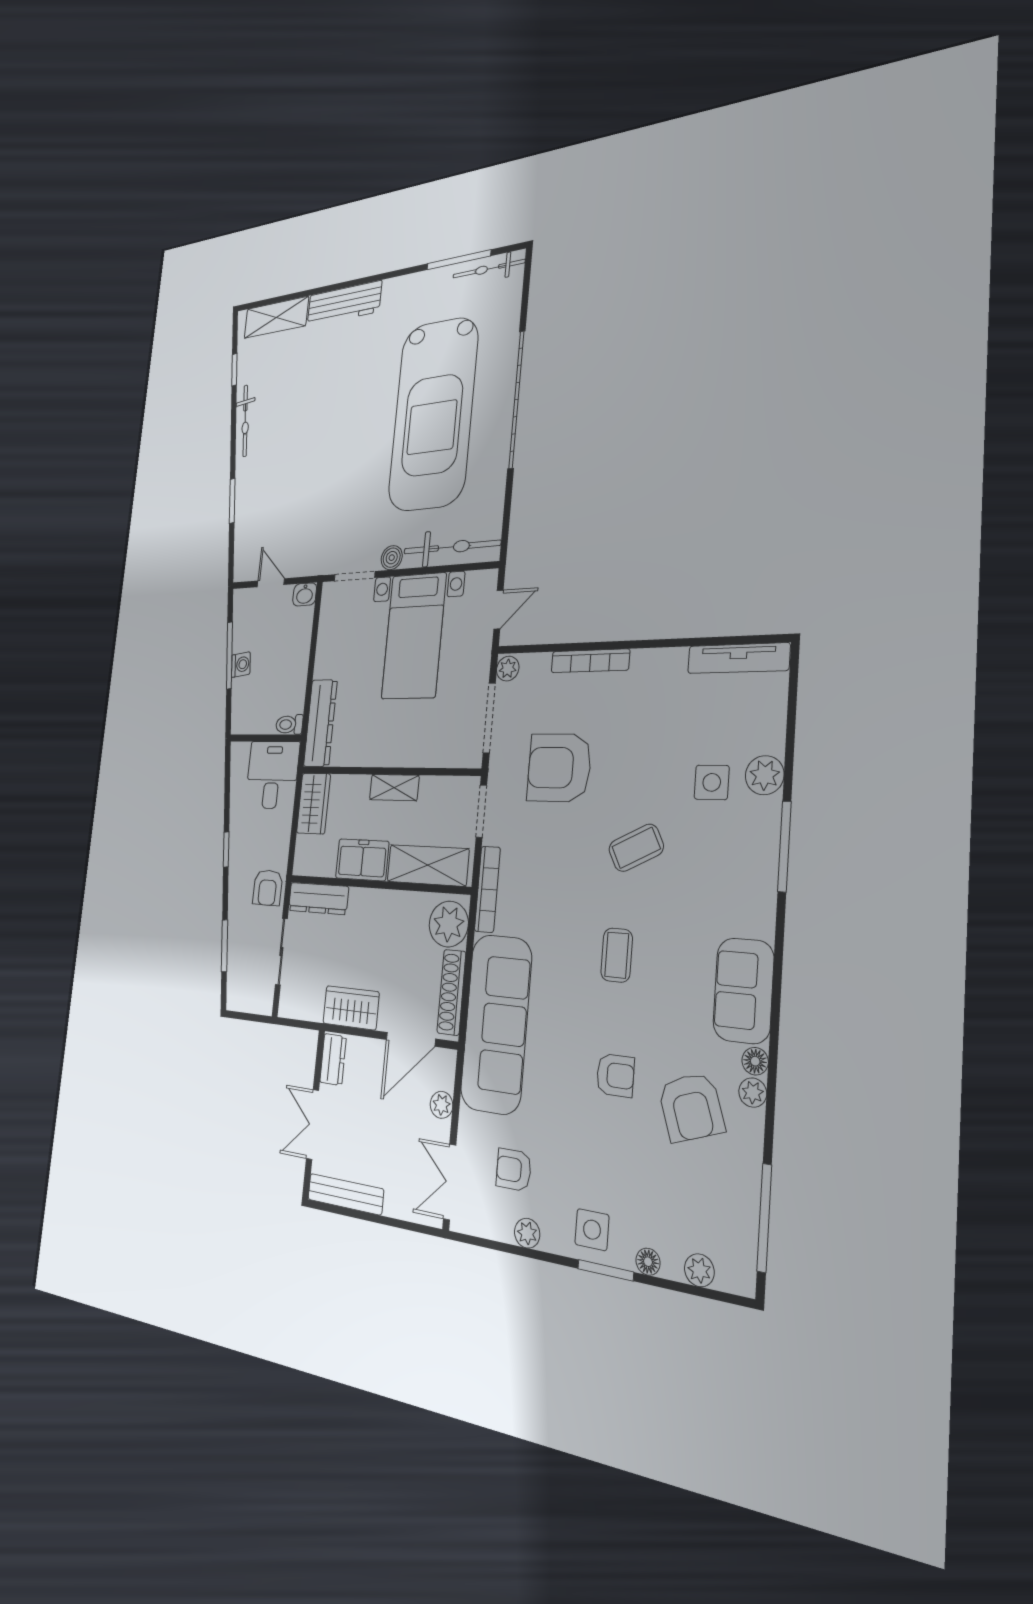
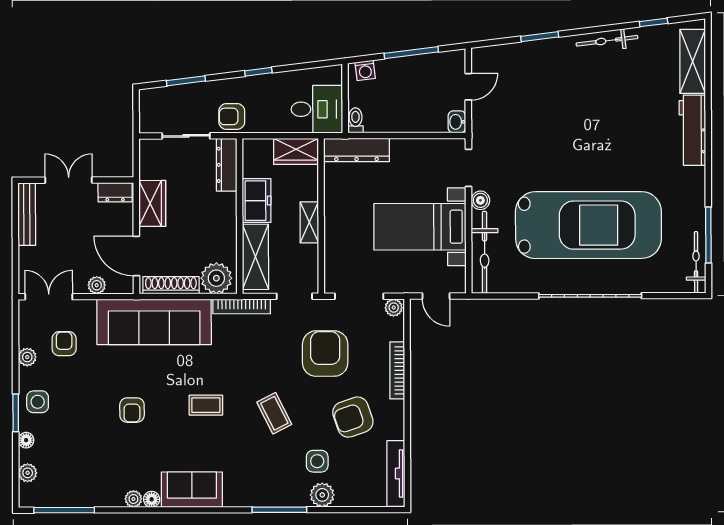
car: (433, 414) -> (588, 225), turned 180
washing machine: (241, 665) -> (365, 70), moved
armchair: (691, 1107) -> (353, 417), moved

